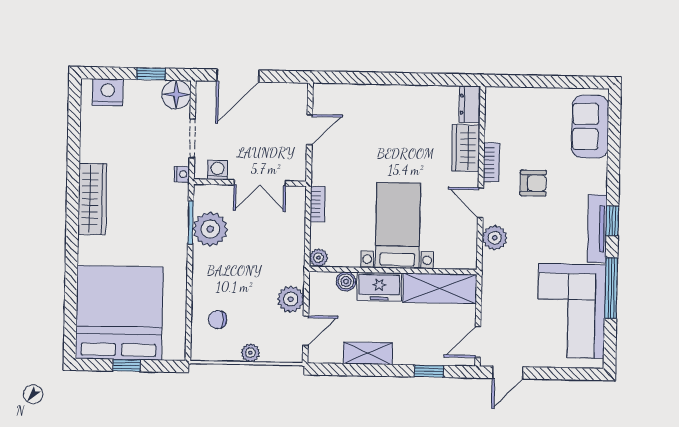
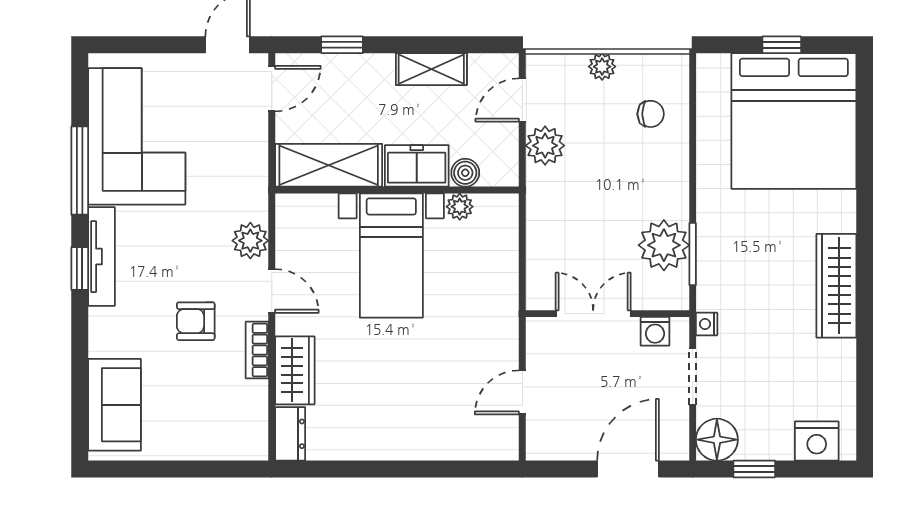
bookcase: (318, 204) -> (509, 284), removed
plant: (319, 258) -> (460, 207), moved

